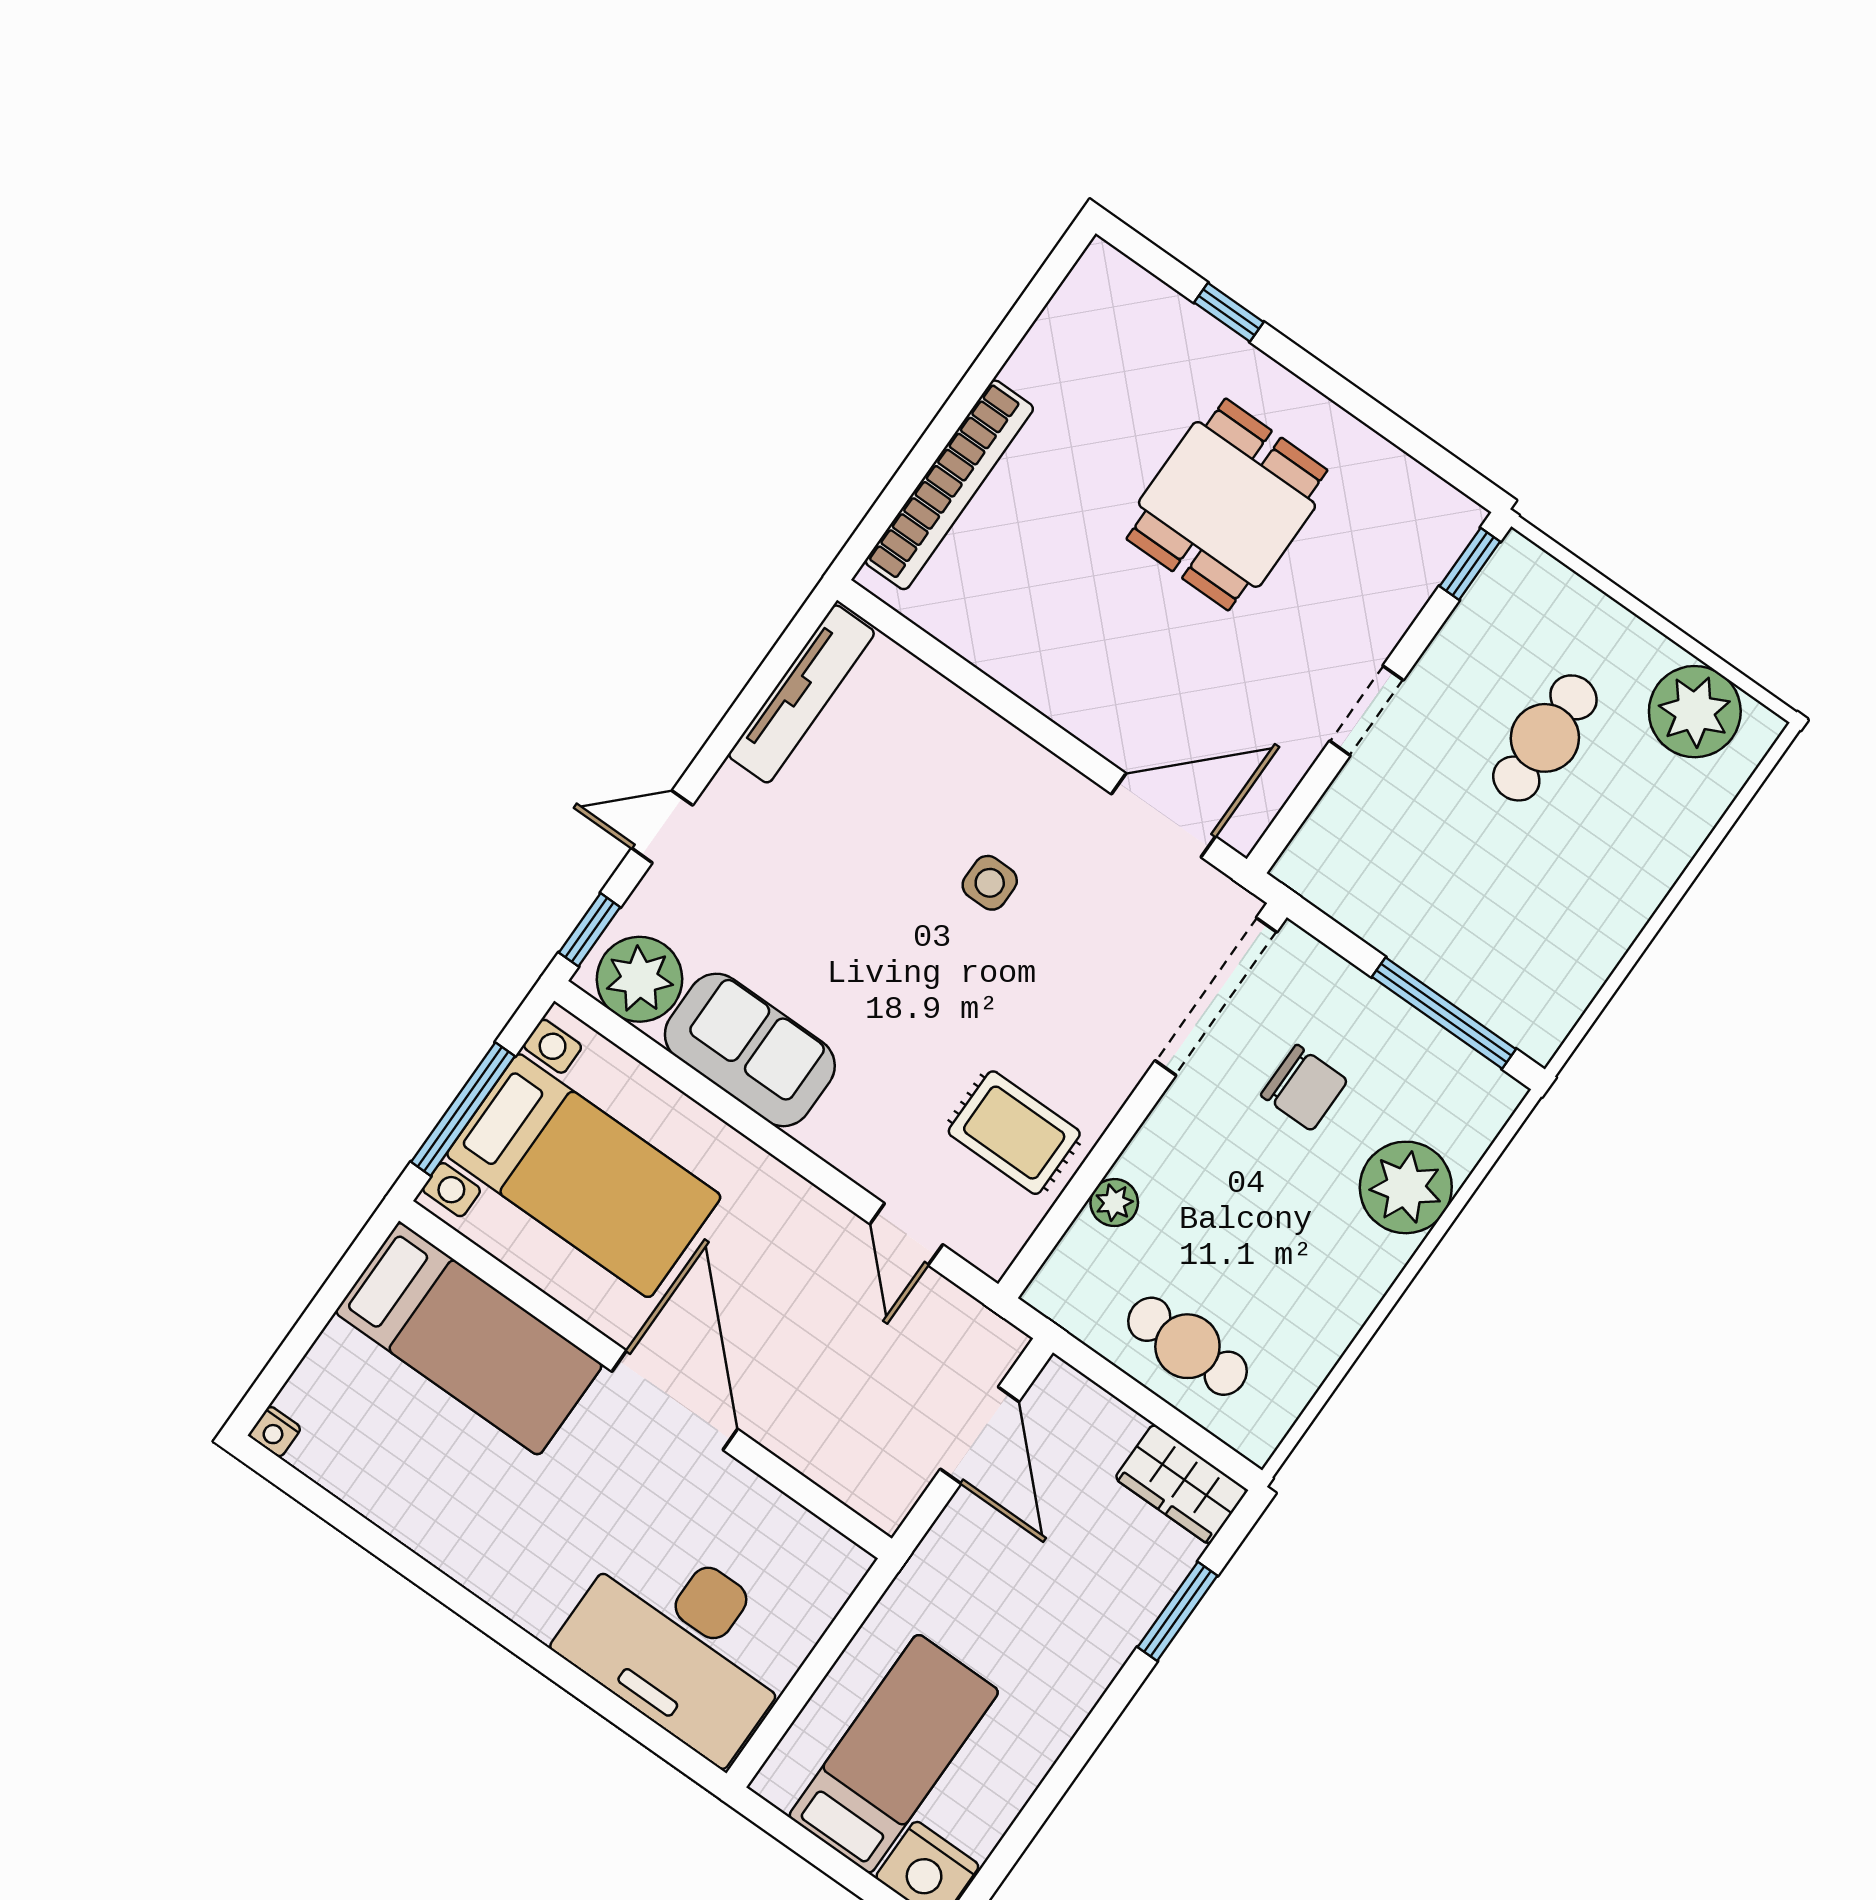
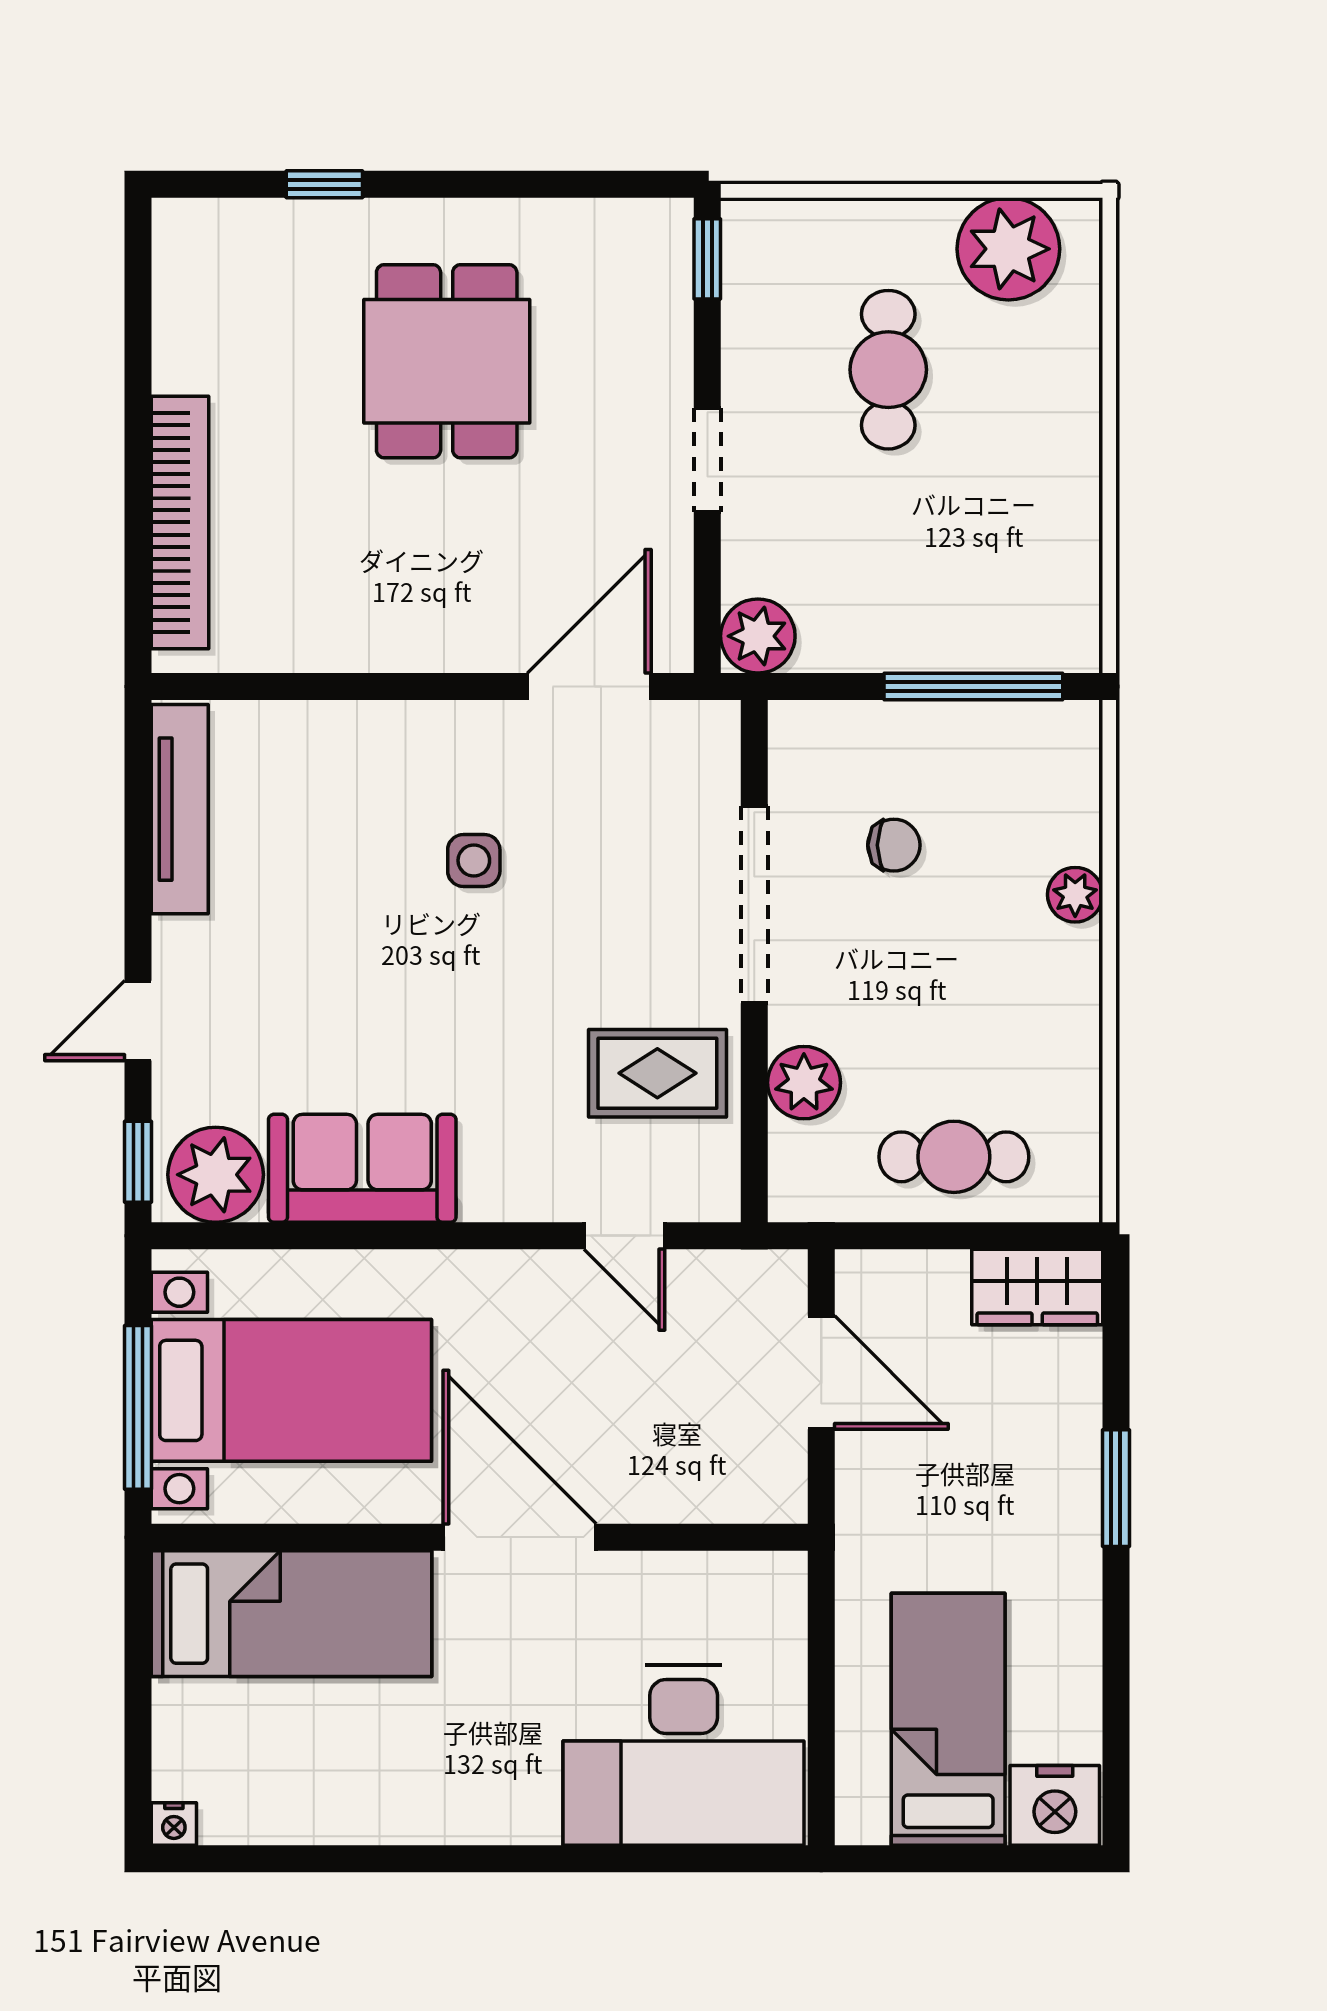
plant: (1313, 865) -> (758, 636), added
doorway: (1216, 996) -> (754, 905), moved
chair: (1304, 1088) -> (894, 845), width x0.73, depth x0.73
plant: (1406, 1187) -> (1075, 895), width x0.53, depth x0.53
plant: (1114, 1203) -> (804, 1083), width x1.38, depth x1.38
window: (1178, 1611) -> (1116, 1488), moved

